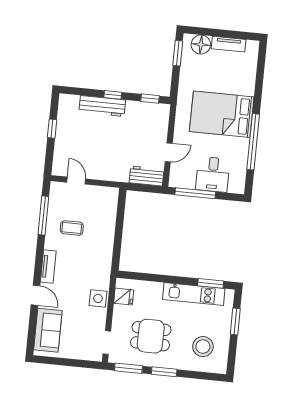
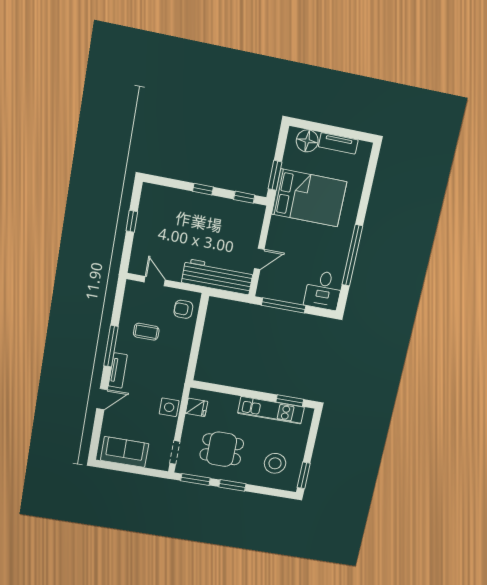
window: (178, 53) -> (275, 175), moved
workbench: (102, 106) -> (190, 201), removed
bed: (222, 114) -> (309, 198), moved, turned 180
desk: (213, 174) -> (323, 290), moved
workbench: (147, 176) -> (217, 277), width x1.88, depth x1.32
armchair: (104, 204) -> (183, 309), added
window: (43, 215) -> (111, 346), moved
door: (35, 295) -> (102, 399), hinge flipped
window: (235, 322) -> (304, 475), moved
sofa: (48, 330) -> (125, 452), moved, turned -90

